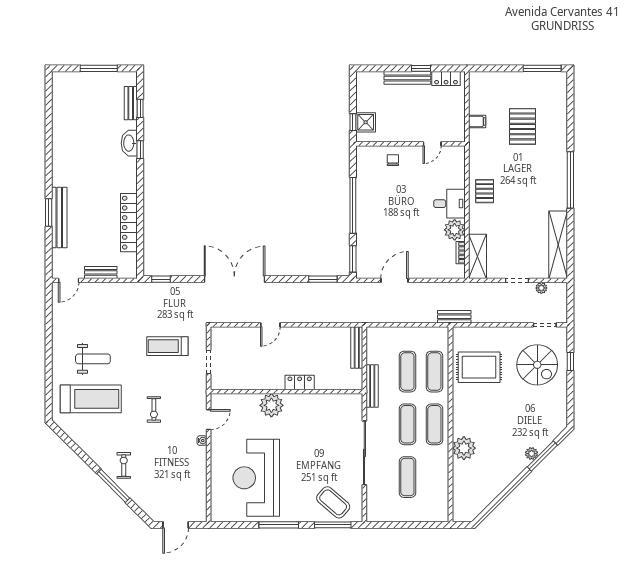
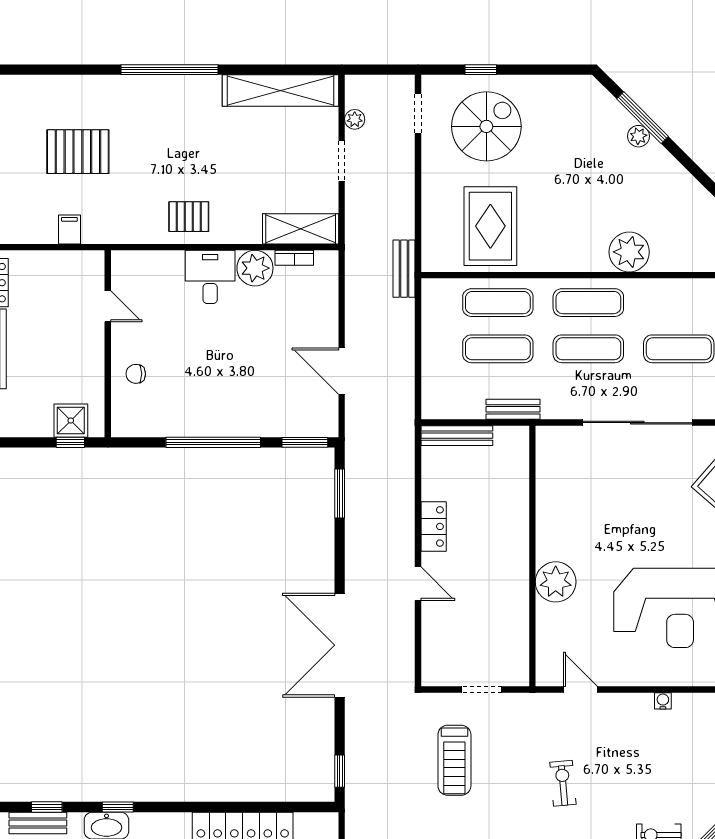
locker: (300, 383) -> (434, 526), moved, turned 180
bench: (372, 386) -> (513, 409), width x0.73
exercise bike: (154, 409) -> (563, 783), turned -95
water cooler: (202, 441) -> (663, 701), moved

